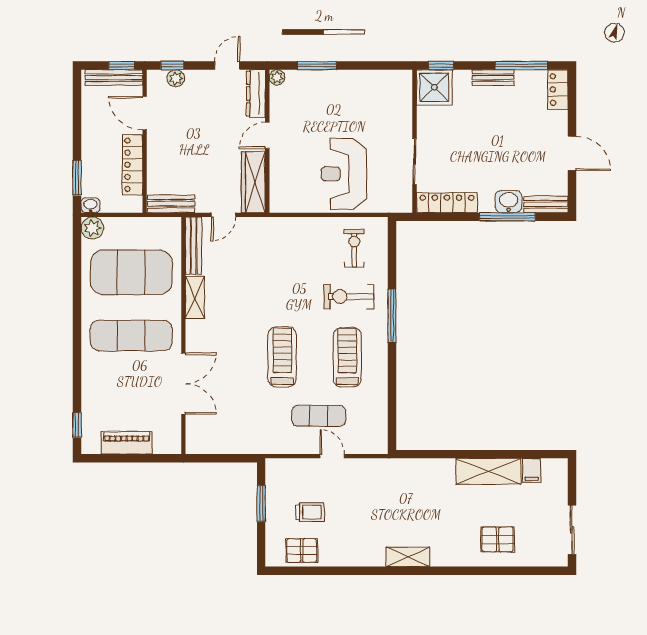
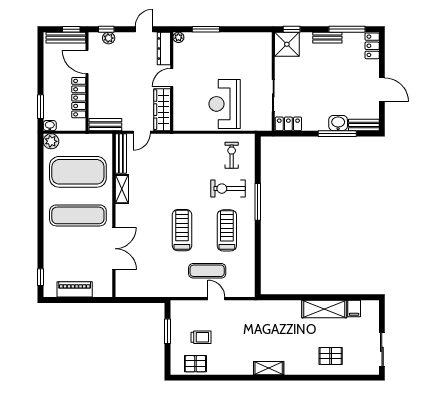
locker: (447, 203) -> (288, 124), width x0.66

